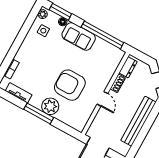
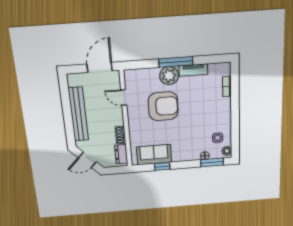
window: (102, 35) -> (162, 166), width x0.32
sofa: (79, 36) -> (154, 155), moved
tv unit: (19, 93) -> (193, 70), moved
door: (102, 99) -> (124, 98), moved

